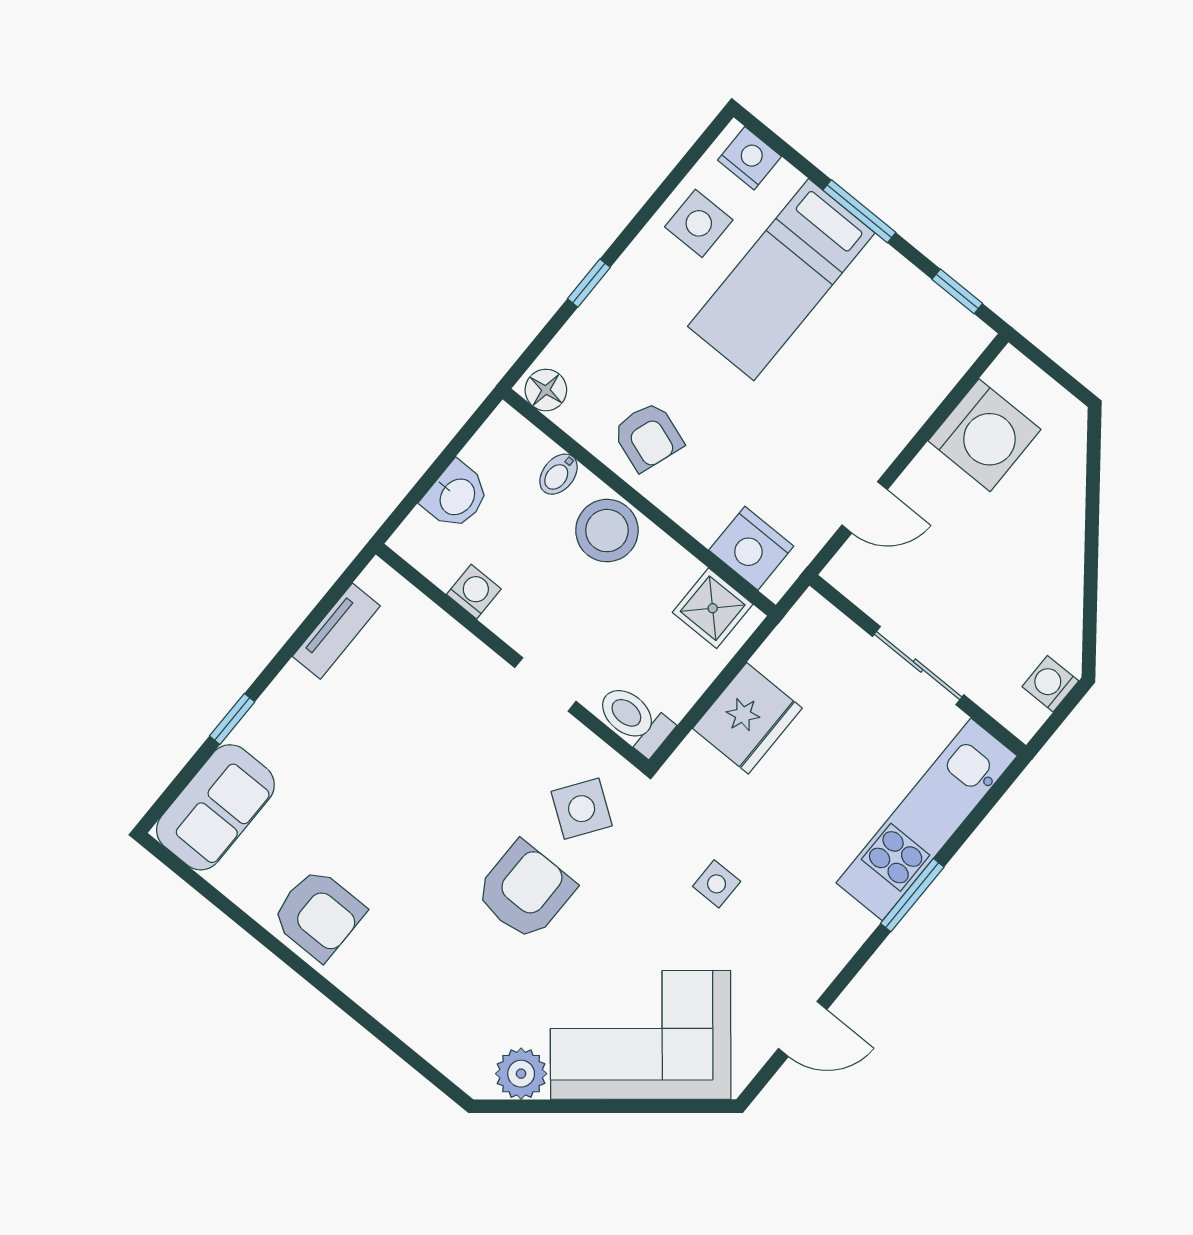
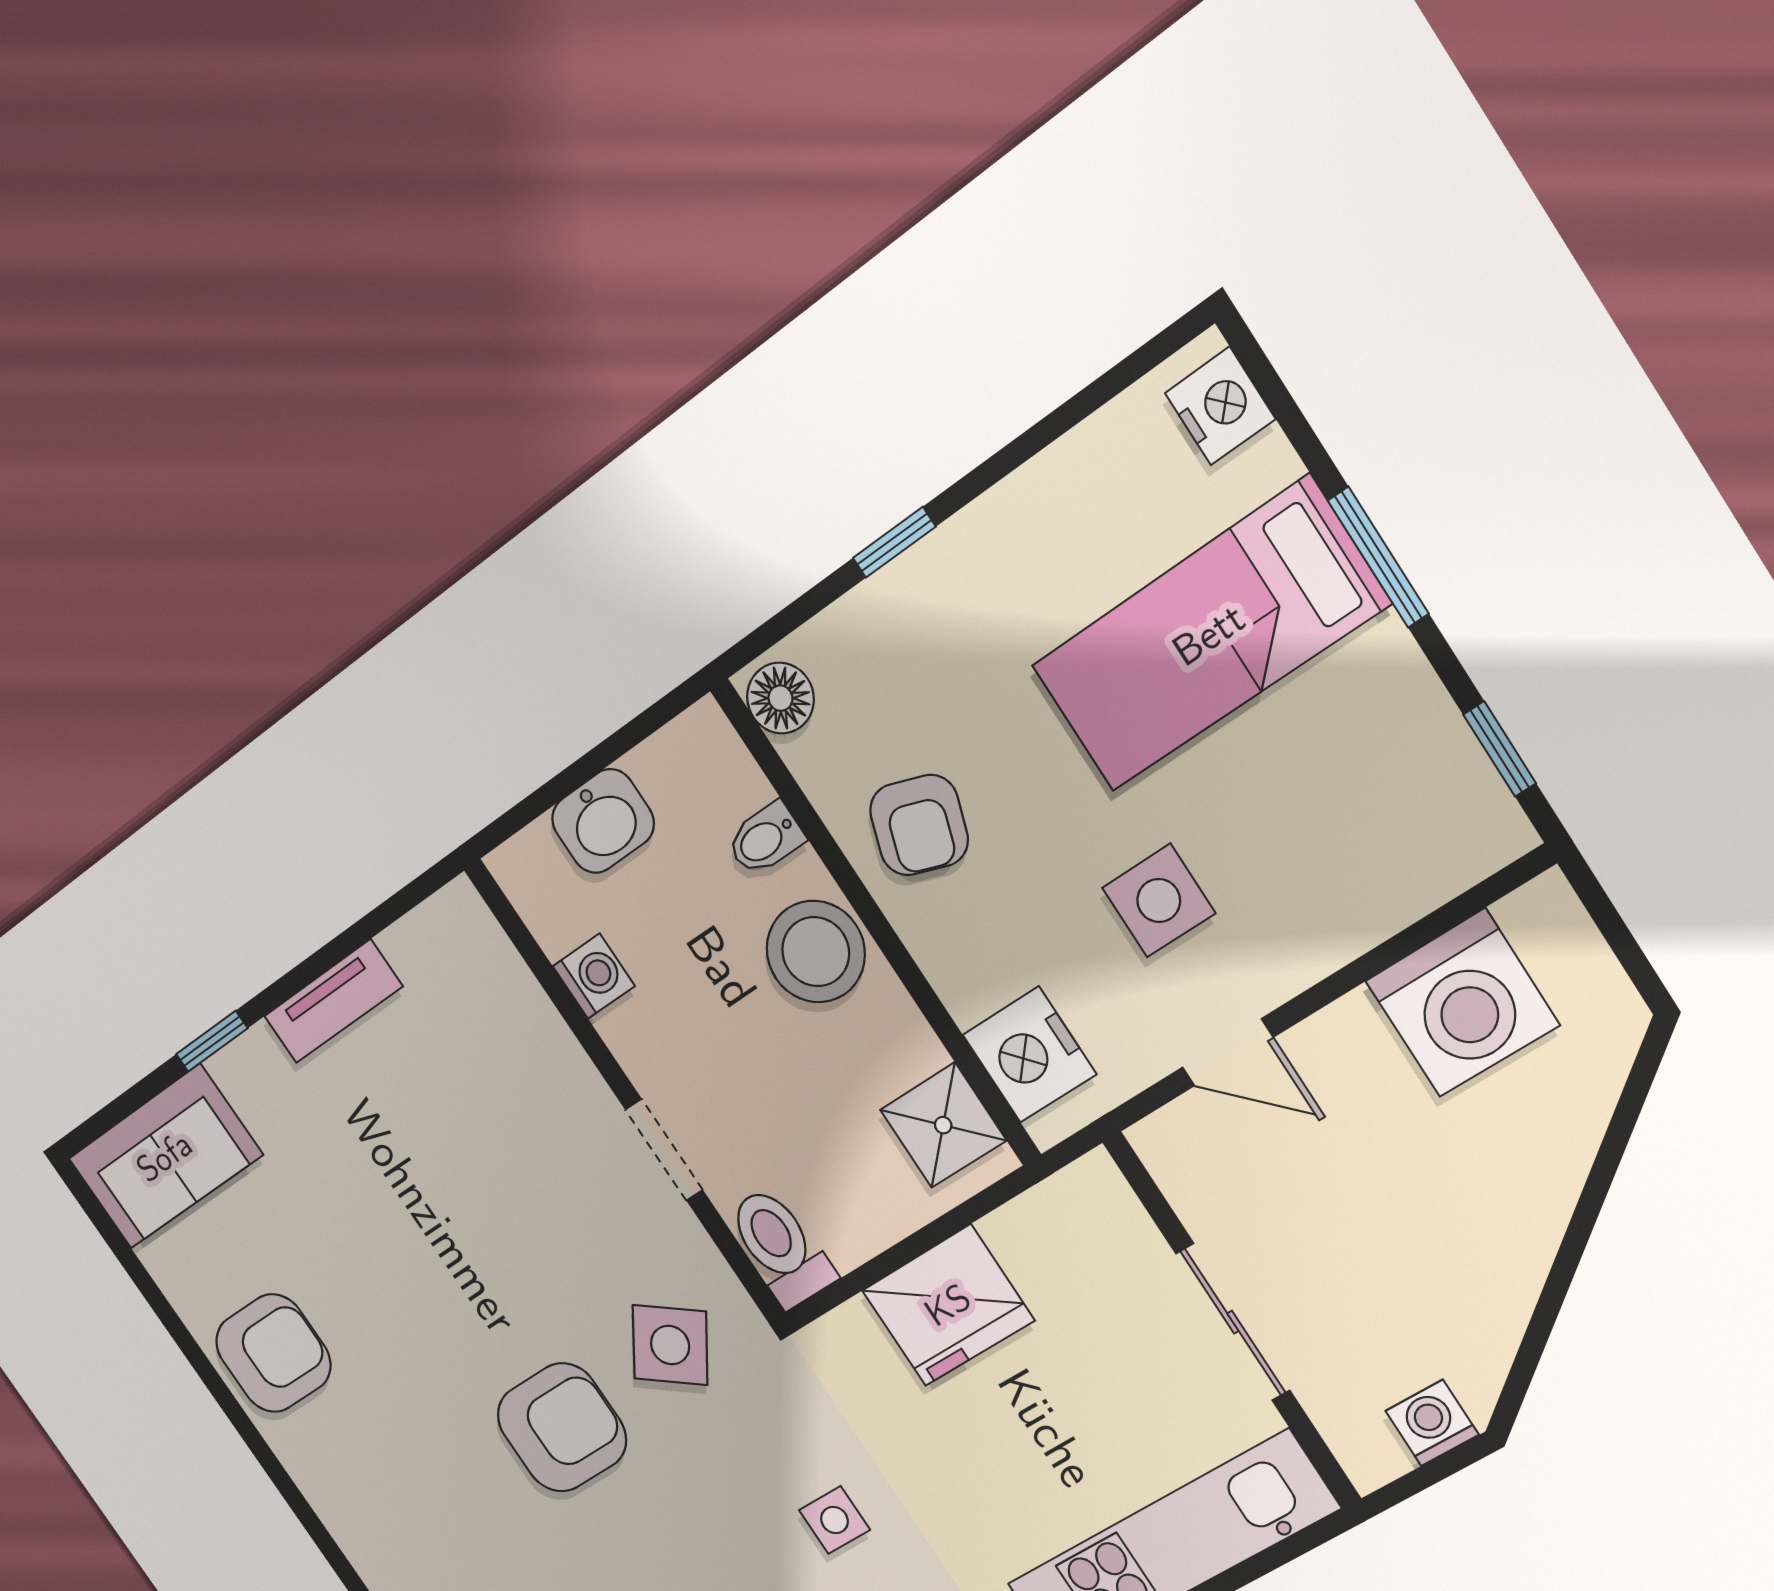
side table: (699, 223) -> (1159, 901), moved
tv unit: (336, 631) -> (333, 1001), moved
armchair: (318, 914) -> (273, 1353), turned -90

